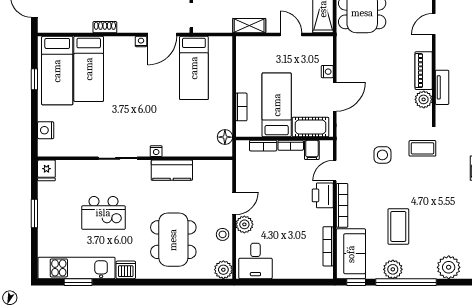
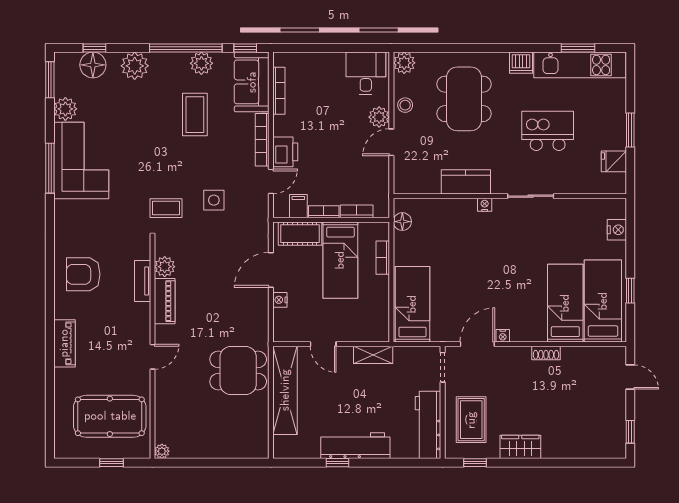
bed: (194, 68) -> (412, 304), moved
fridge: (46, 170) -> (614, 161), moved, turned -90

